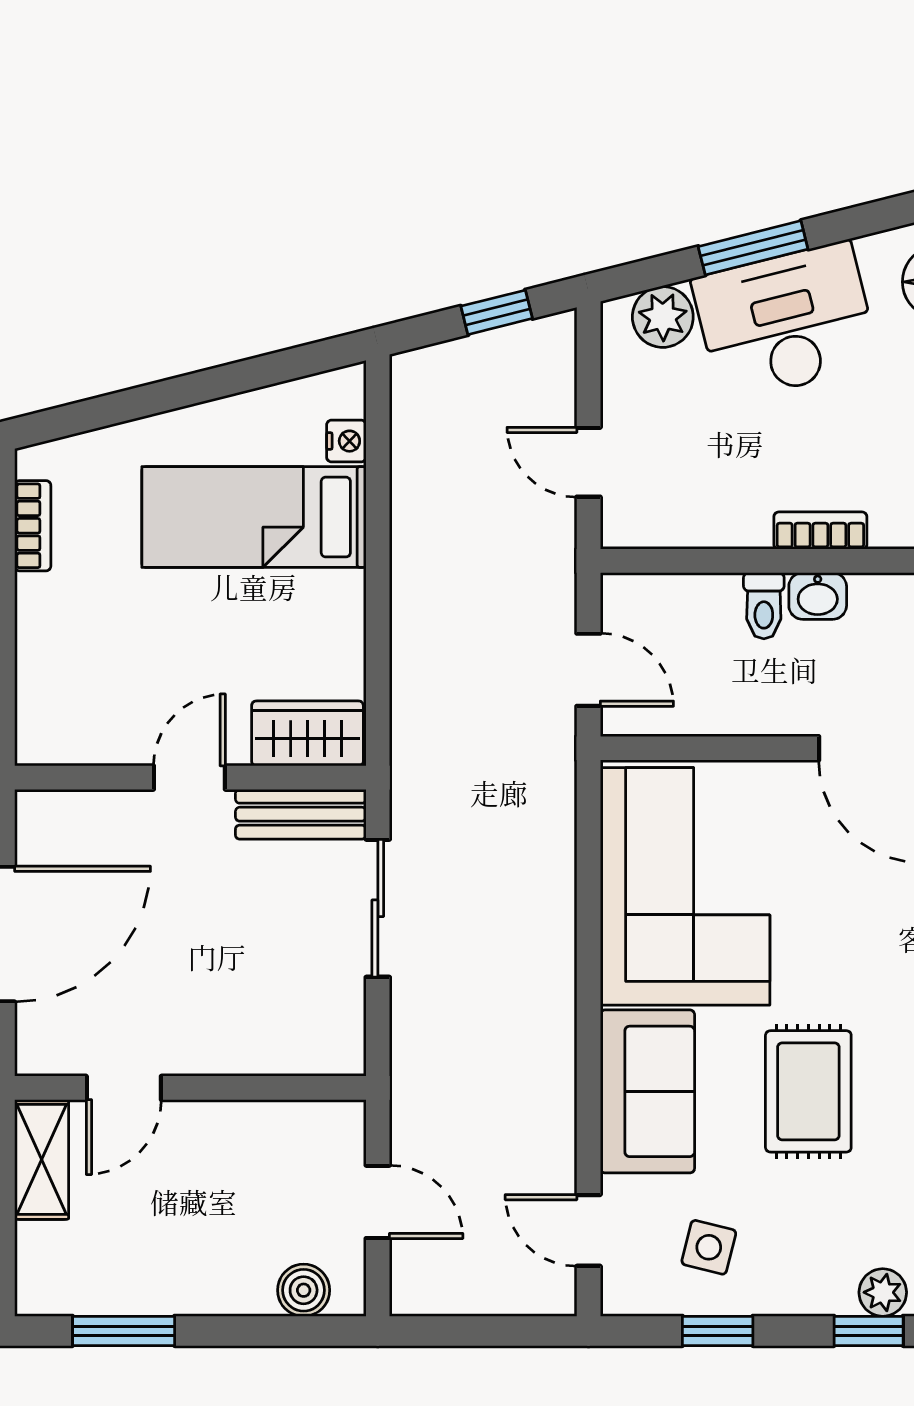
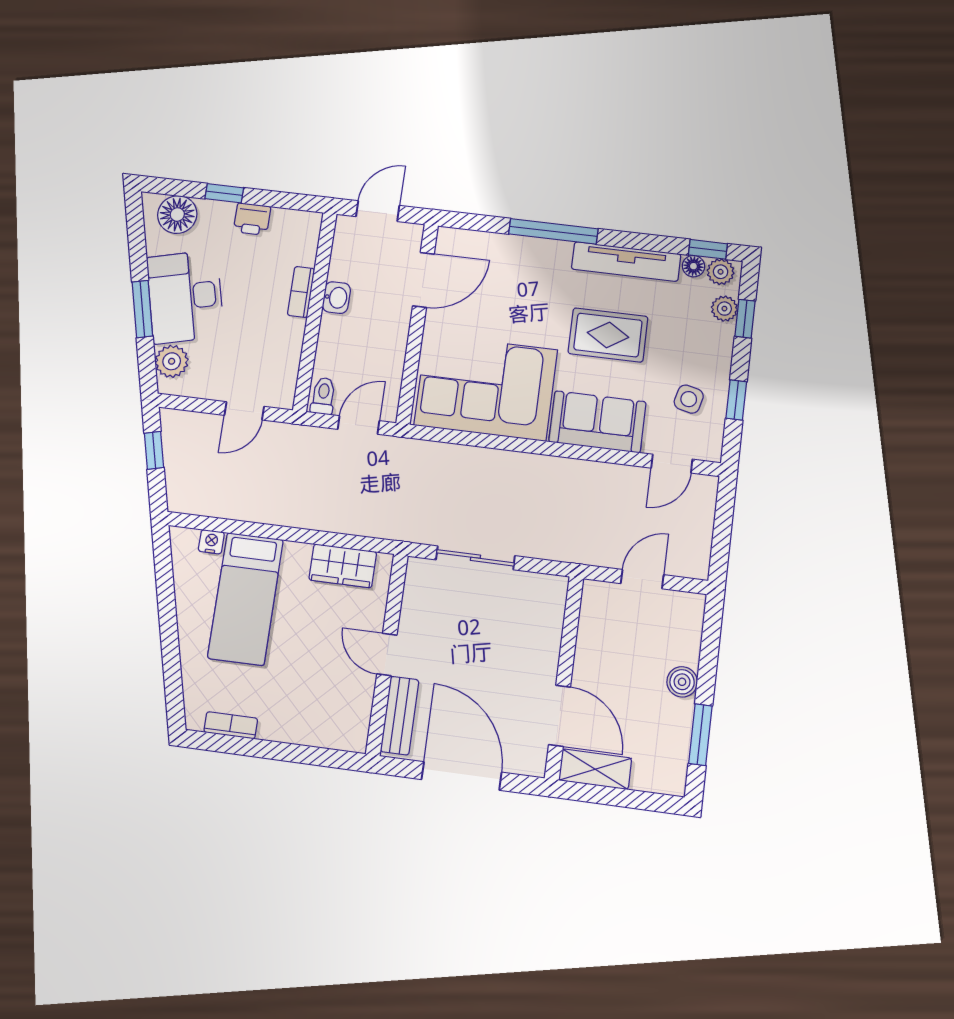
toilet: (764, 606) -> (323, 396), moved, turned -90
wardrobe: (307, 733) -> (343, 566), moved, turned -90
bench: (301, 814) -> (400, 716), moved
door: (124, 1088) -> (559, 716), width x1.38
boiler: (304, 1290) -> (682, 682), moved

